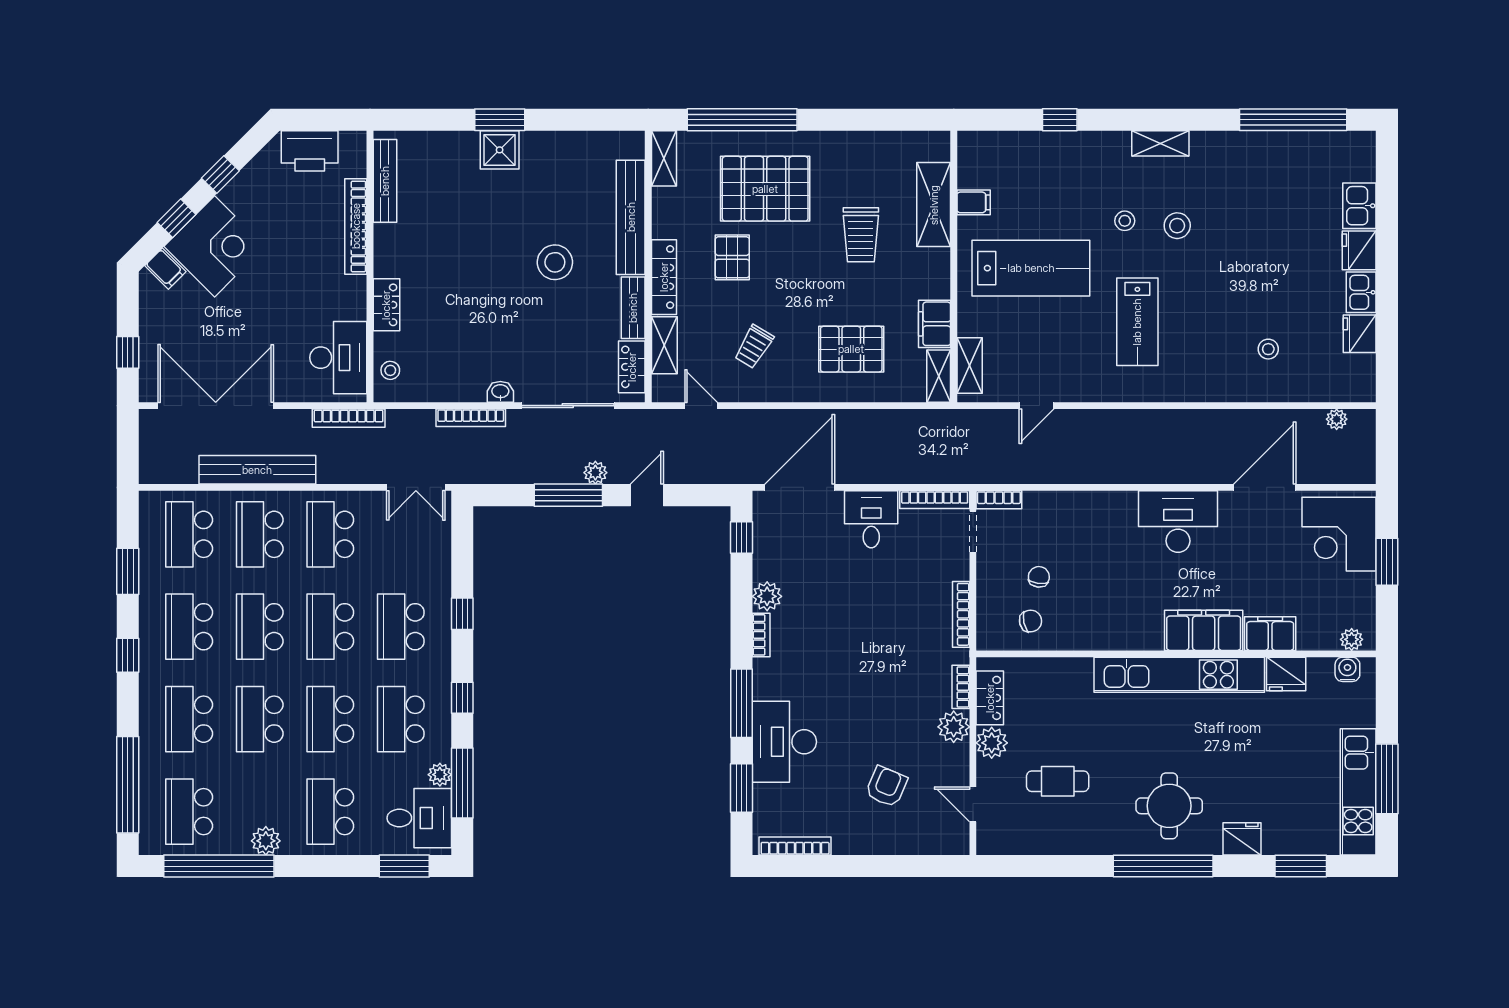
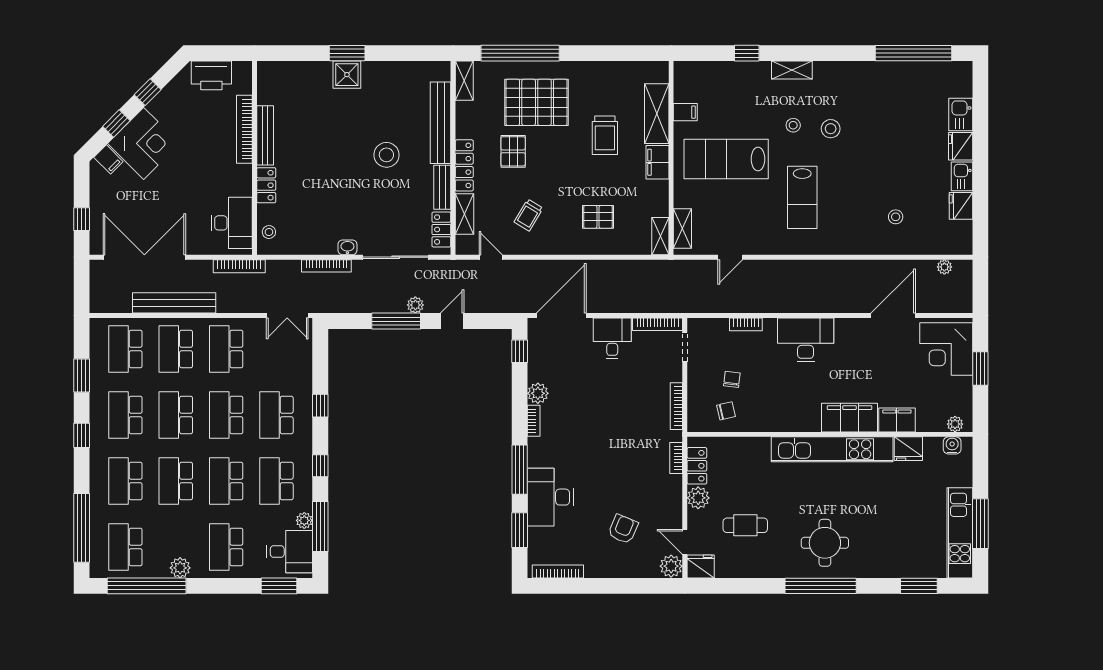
shelving: (1160, 143) -> (792, 70), moved
bench: (385, 181) -> (265, 135), moved
lab bench: (1031, 268) -> (726, 159), turned 180
filing cabinet: (935, 324) -> (657, 162), moved
pallet: (851, 349) -> (598, 217), width x0.67, depth x0.71
bookcase: (999, 500) -> (746, 324), moved
desk: (1178, 522) -> (806, 340), moved
plant: (954, 727) -> (671, 566), moved
fridge: (1242, 839) -> (701, 566), moved

